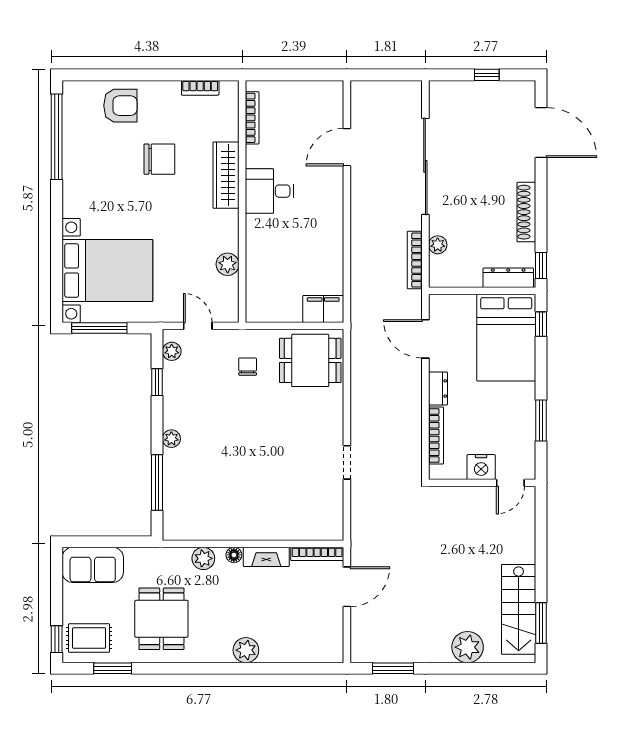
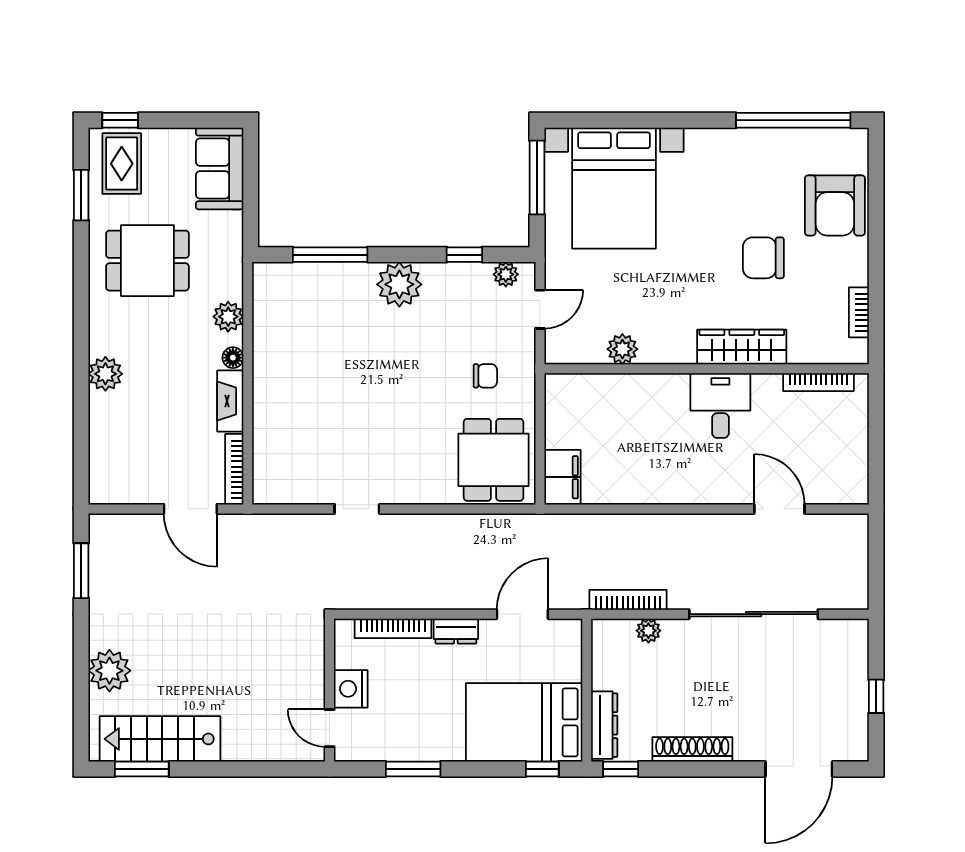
armchair: (120, 106) -> (835, 205), width x1.36, depth x1.36
chair: (159, 159) -> (763, 258), turned 90
plant: (171, 439) -> (399, 284), width x1.87, depth x1.87

